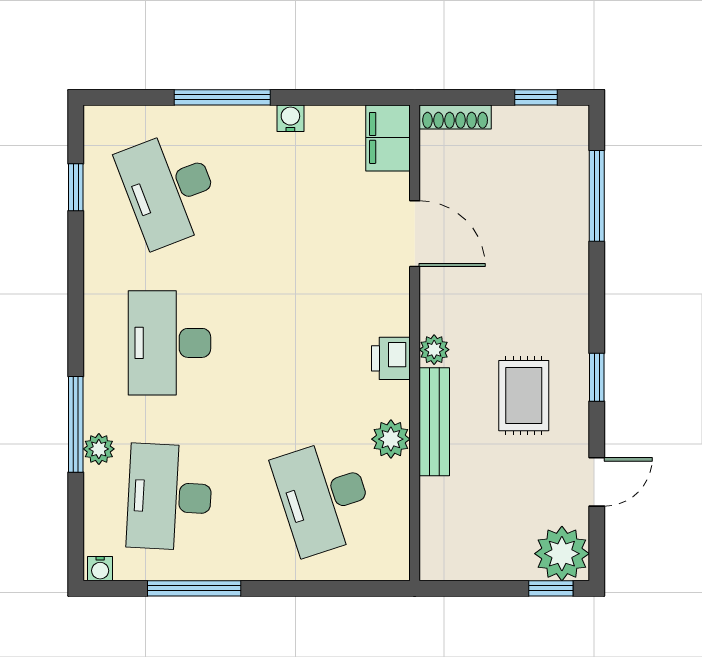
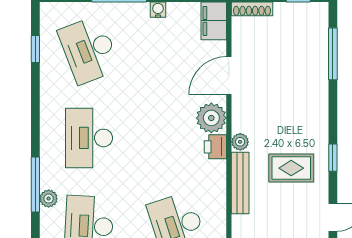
door: (415, 234) -> (229, 76), swing flipped
rug: (524, 396) -> (291, 168), turned 90
plant: (391, 439) -> (211, 118), moved, width x1.36, depth x1.36

